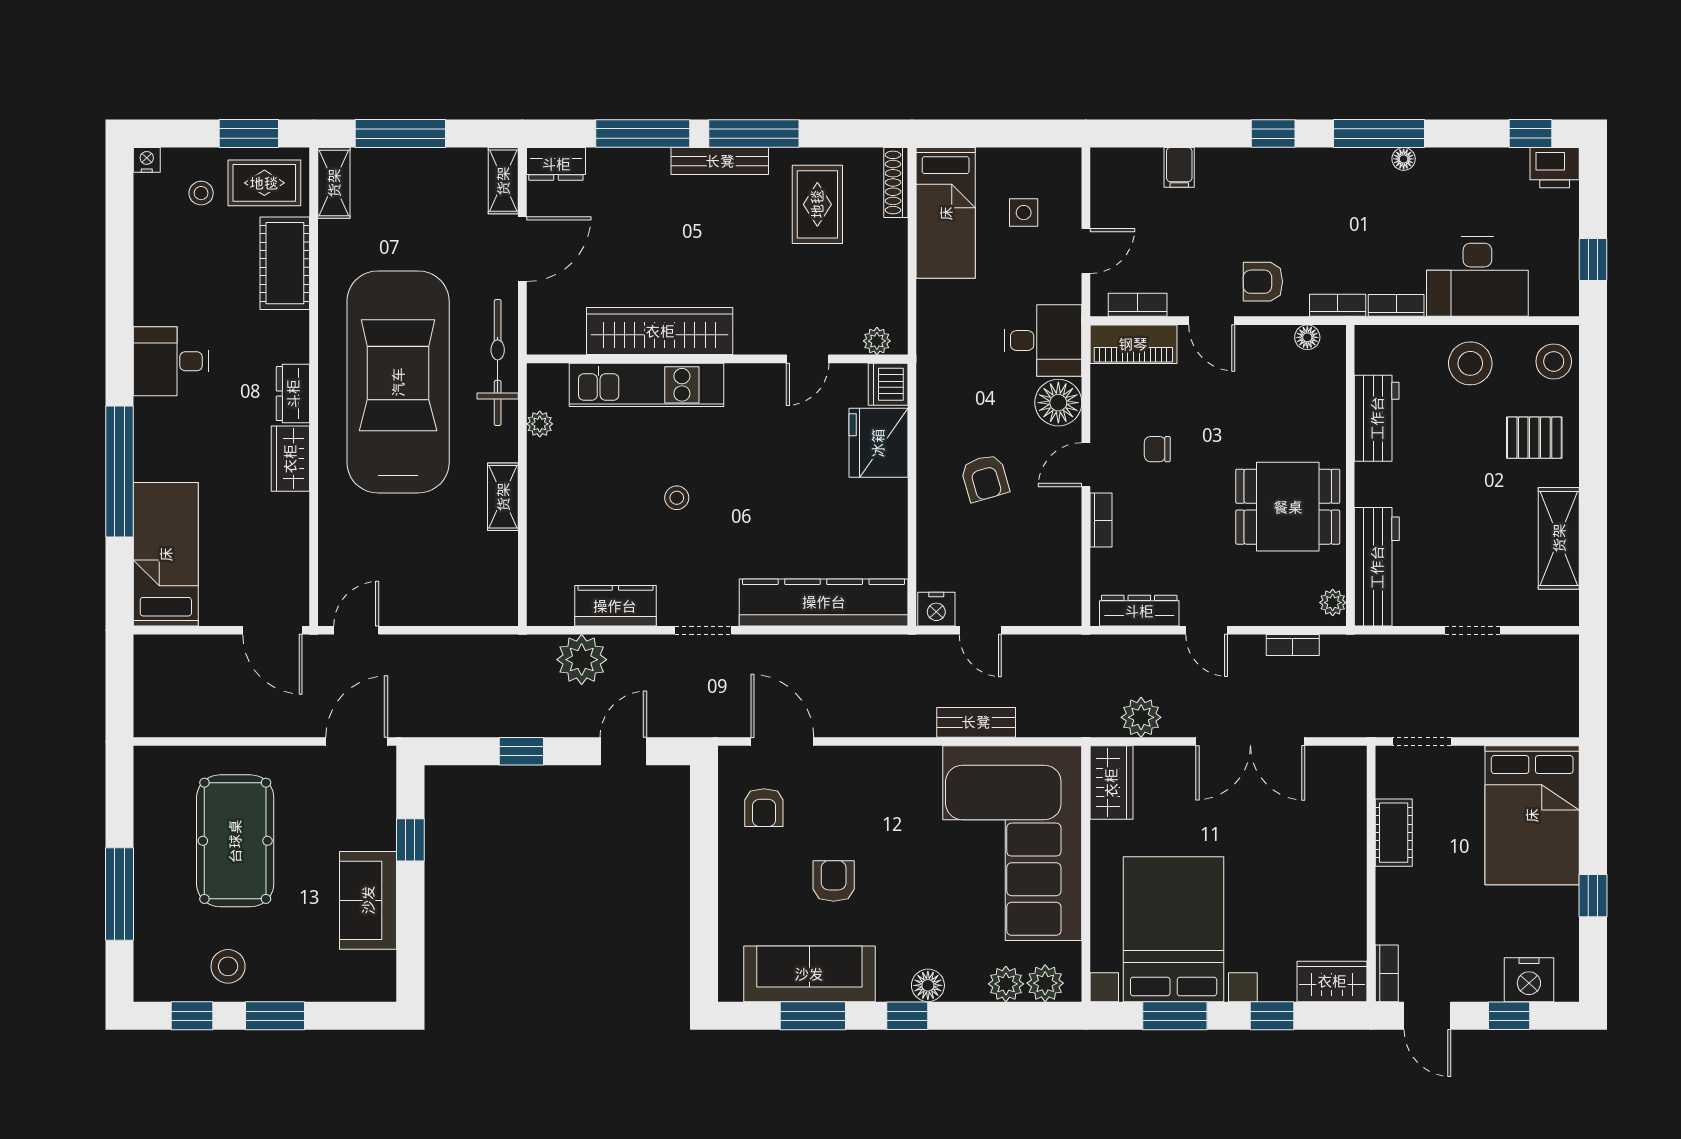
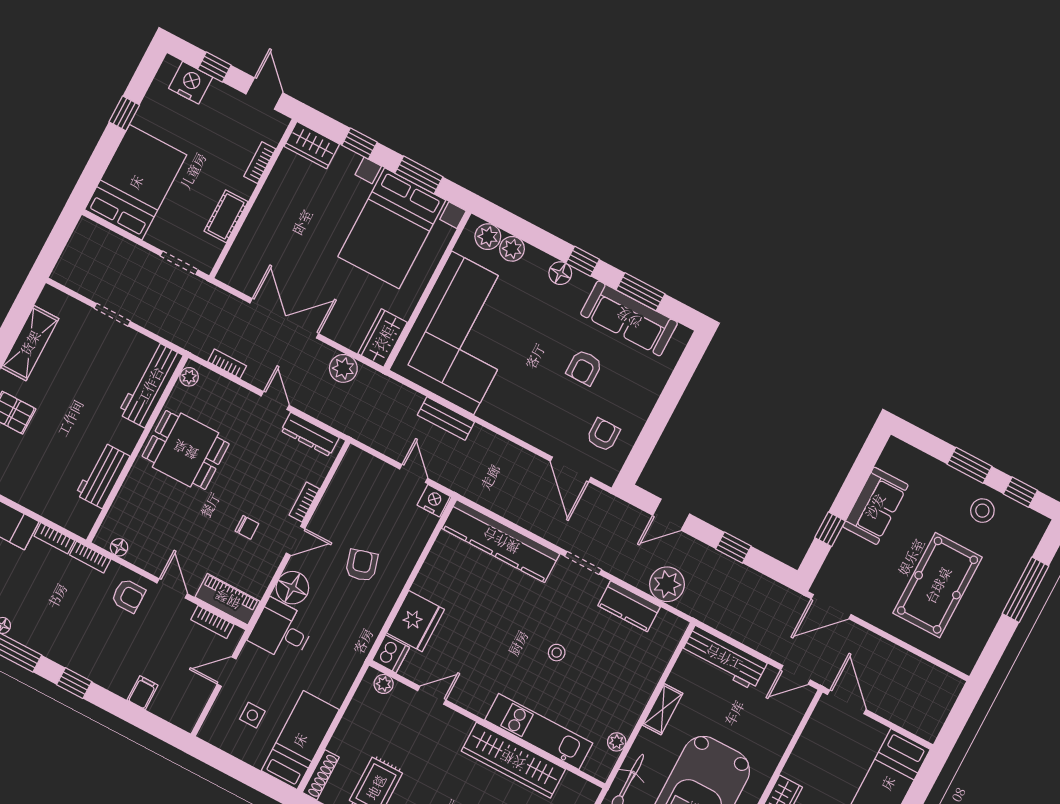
stool: (1470, 363) -> (28, 479), removed
workbench: (459, 604) -> (724, 658), added
bookcase: (1387, 973) -> (260, 163), moved

